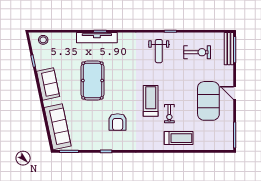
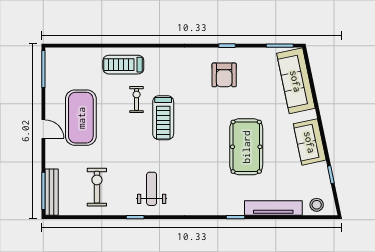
tv unit: (97, 38) -> (273, 208), moved
exercise bike: (197, 52) -> (97, 187), turned 90
armchair: (118, 122) -> (224, 75), moved, turned 180

